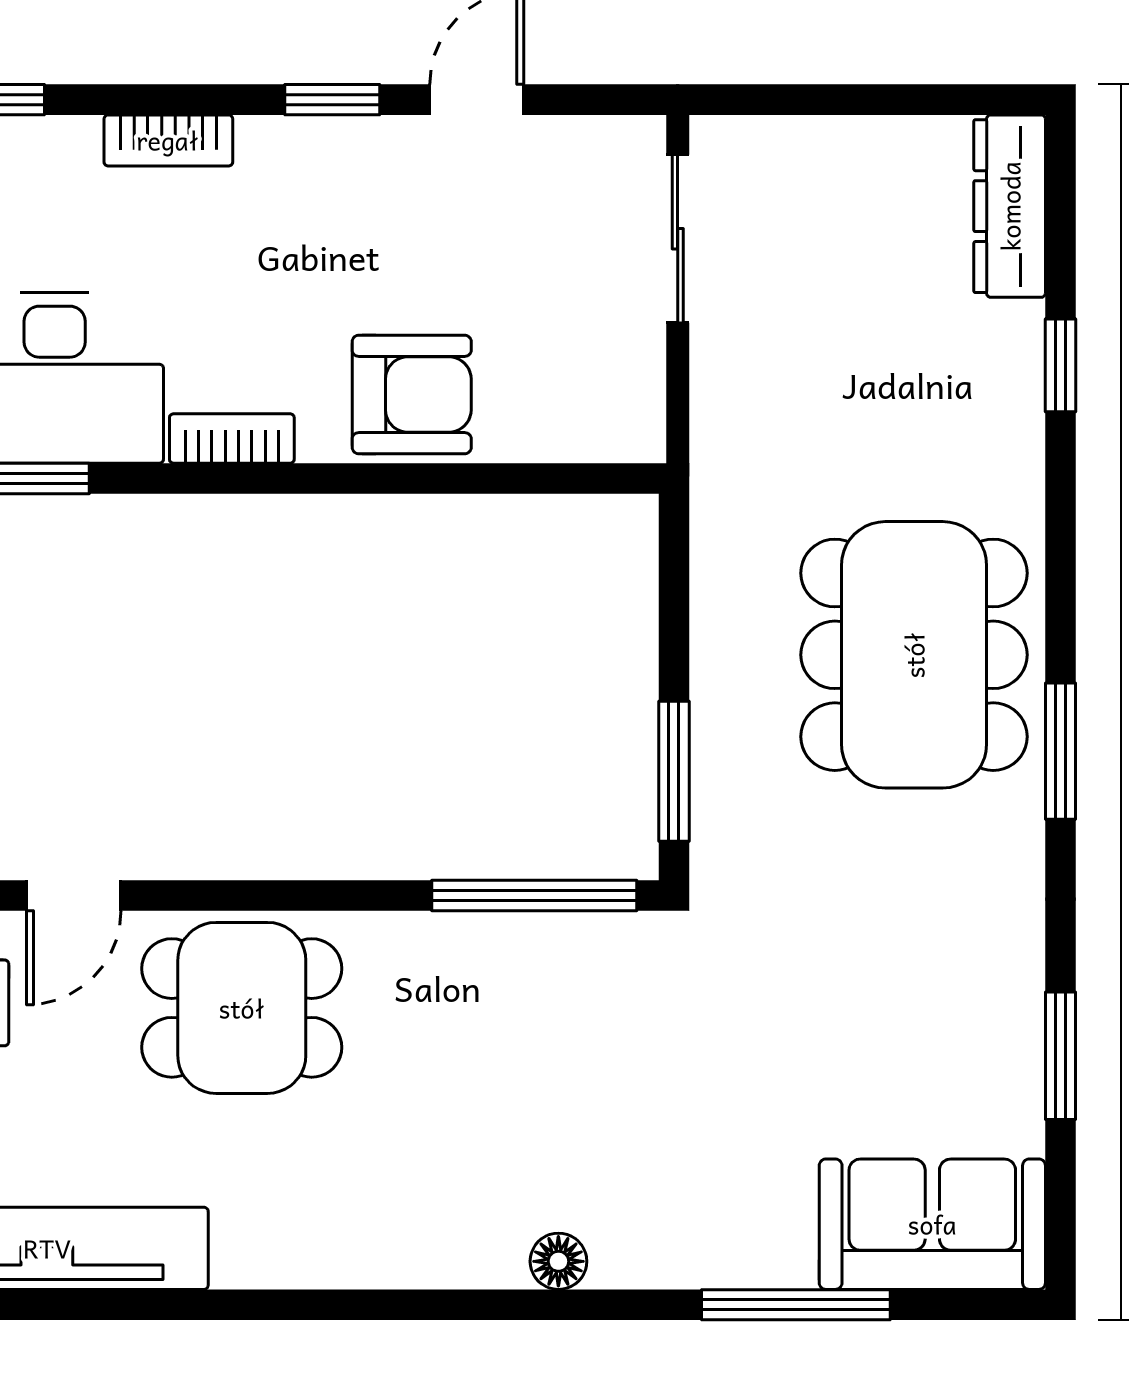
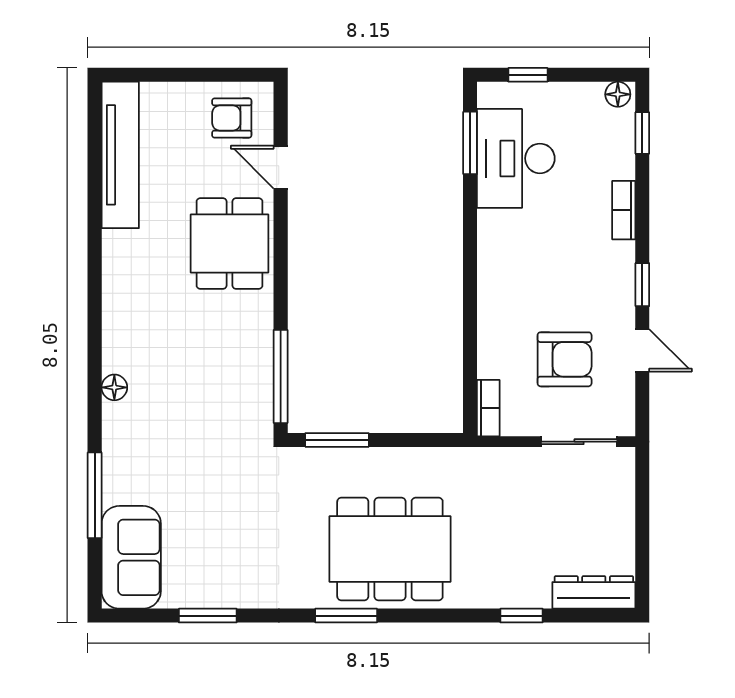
armchair: (412, 395) -> (565, 359), moved, turned -90
bookcase: (232, 438) -> (488, 408), moved

